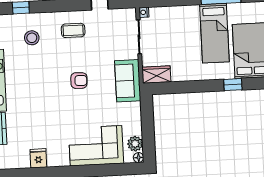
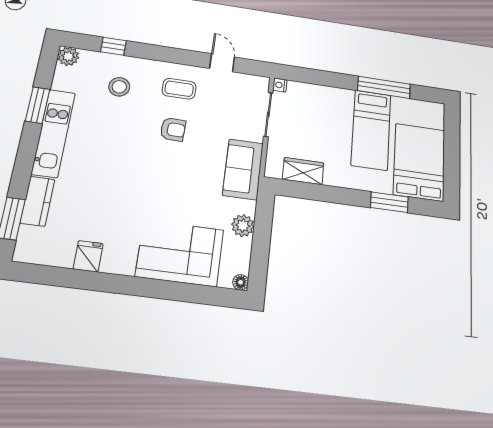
wardrobe: (156, 75) -> (303, 171), moved
armchair: (79, 81) -> (173, 129), moved
window: (233, 85) -> (389, 202), width x1.50
plant: (135, 144) -> (243, 226), moved

